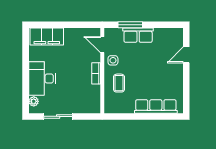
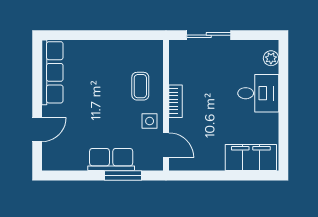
desk: (42, 79) -> (258, 93), width x0.73
row of seats: (156, 106) -> (52, 72), moved, turned -90
sliding door: (58, 116) -> (209, 35), moved

